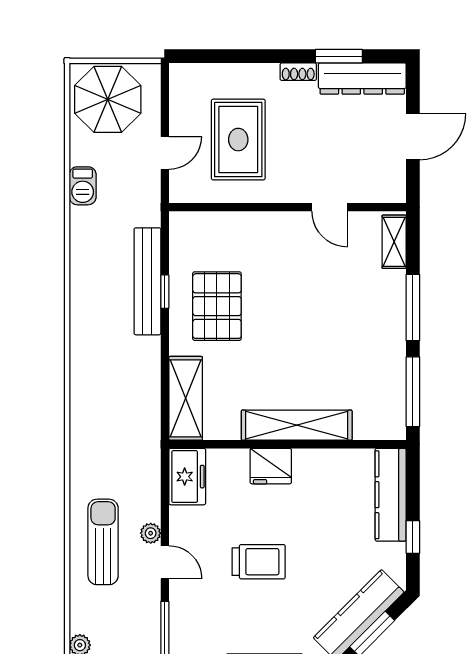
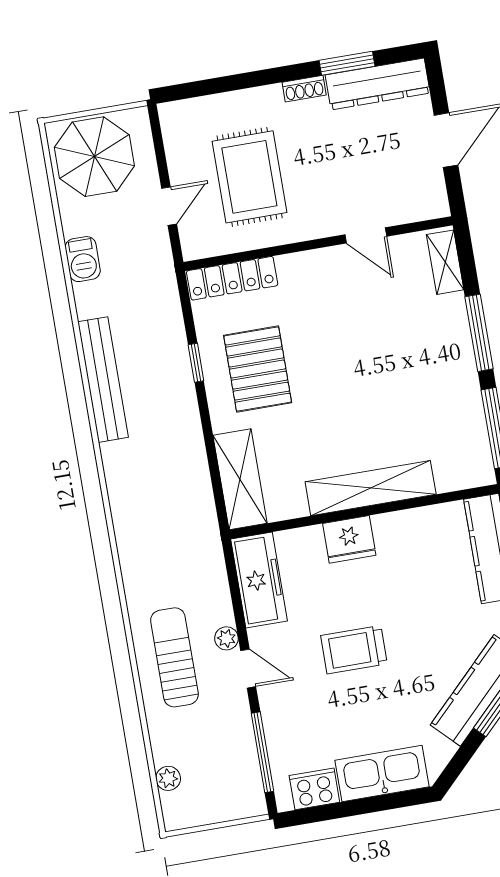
locker: (208, 224) -> (232, 278), added
bench: (147, 281) -> (103, 380), moved
freezer: (187, 477) -> (259, 580), width x1.40
trolley: (259, 562) -> (354, 650), turned 180

